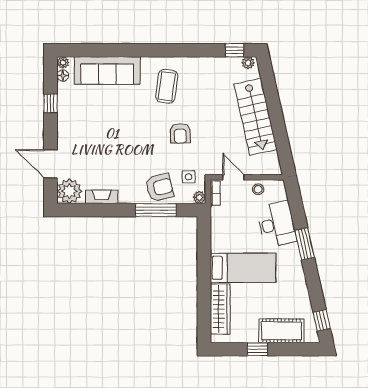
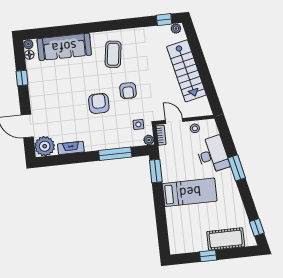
armchair: (160, 188) -> (99, 103), moved, turned -76
window: (204, 237) -> (156, 171), added
wardrobe: (220, 309) -> (175, 227), removed

